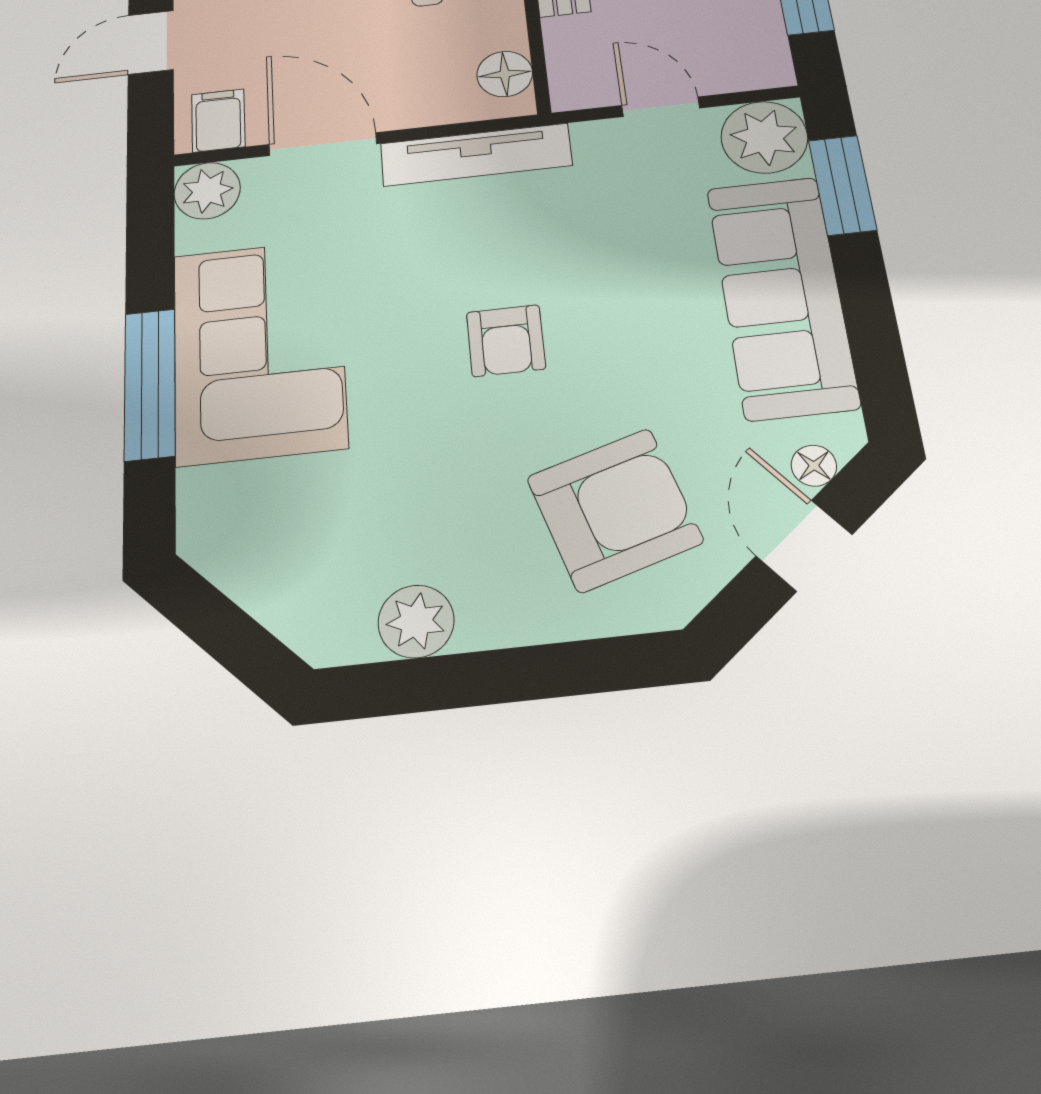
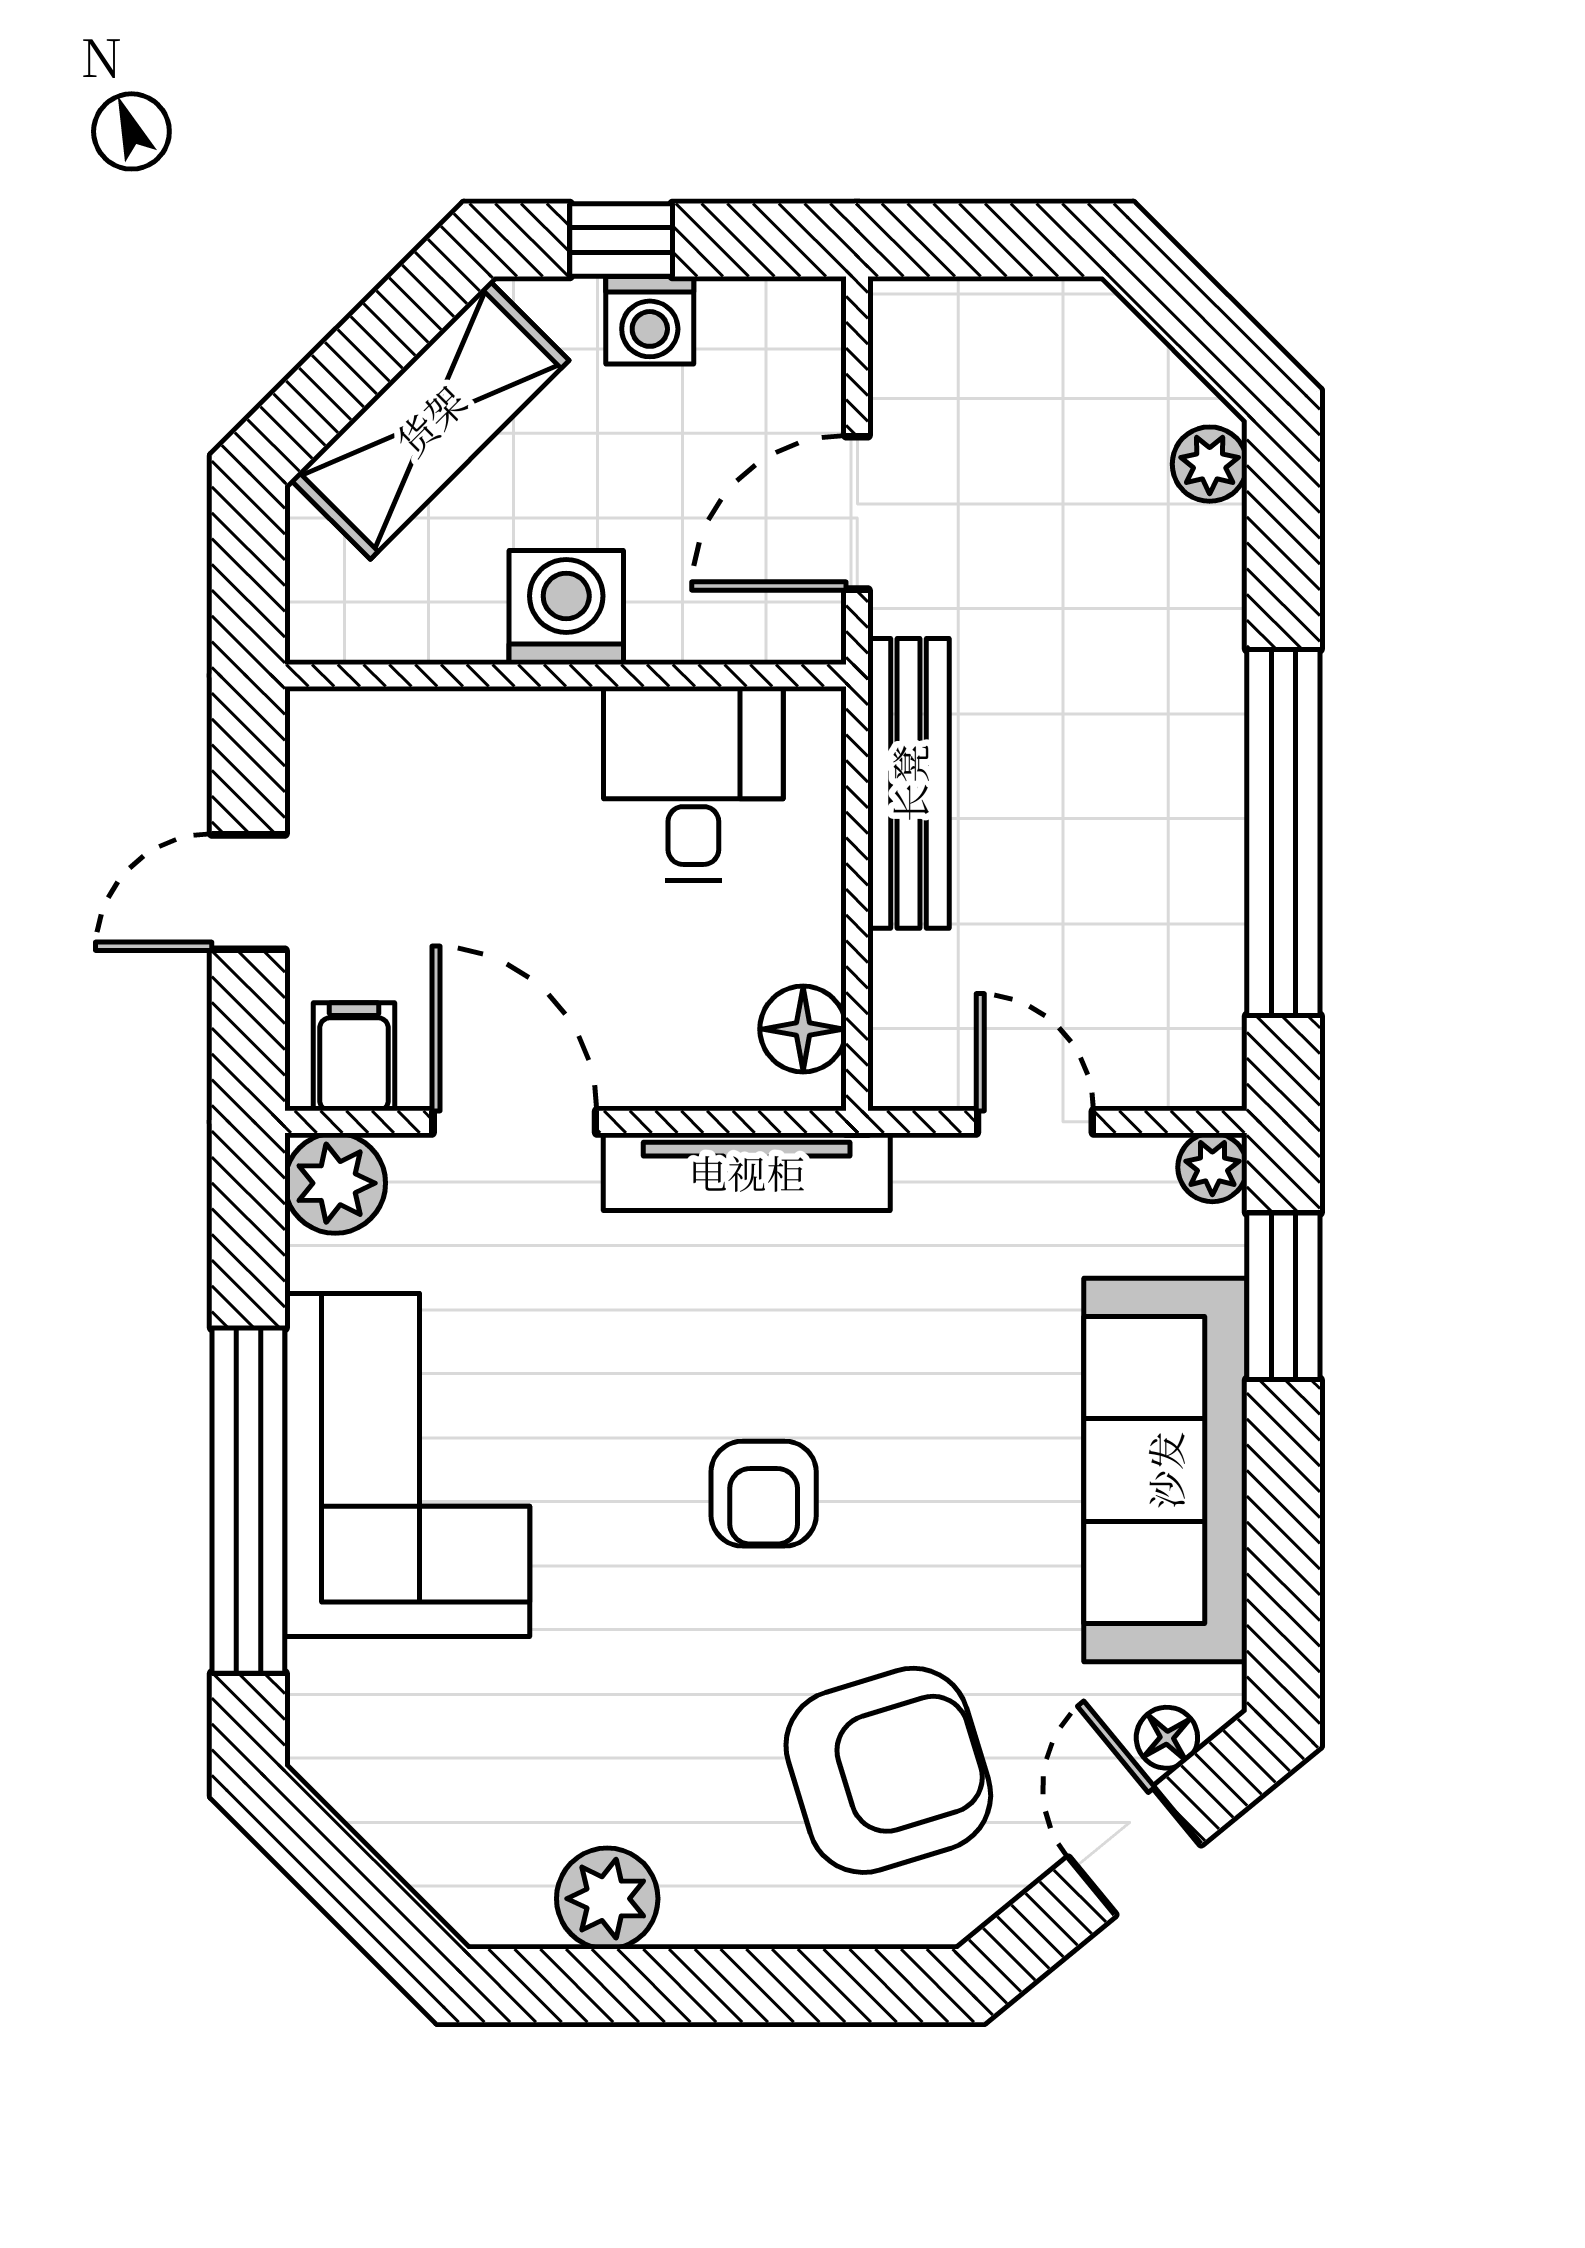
plant: (764, 137) -> (1212, 1167), width x0.53, depth x0.53
window: (150, 384) -> (248, 1501), width x1.46

